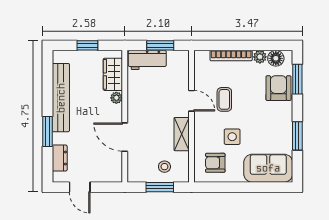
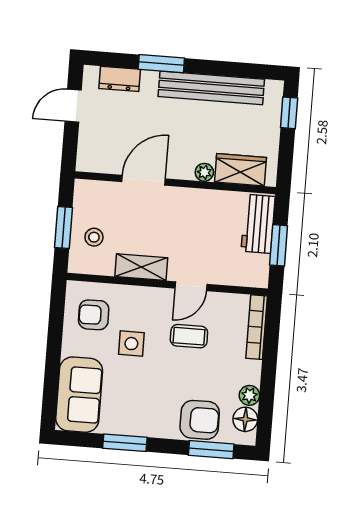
window: (87, 45) -> (289, 113), moved
bookcase: (231, 56) -> (257, 327), moved
armchair: (215, 163) -> (94, 315), turned -91

